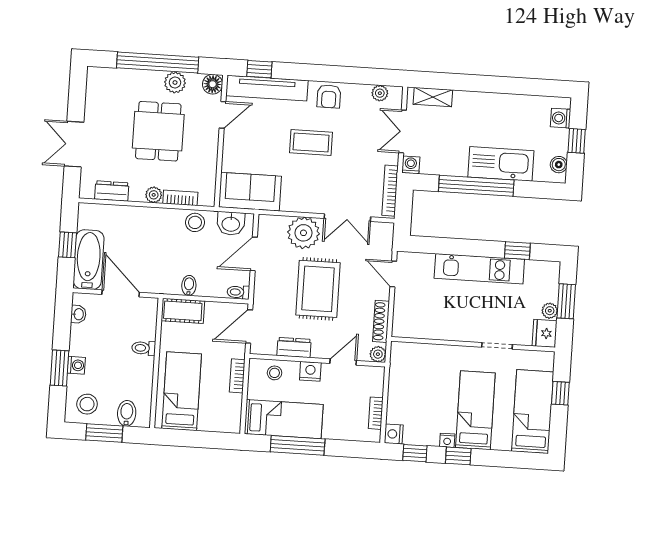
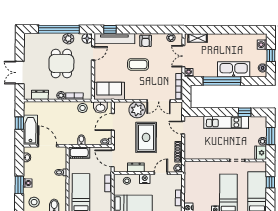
door: (249, 327) -> (113, 158), hinge flipped

